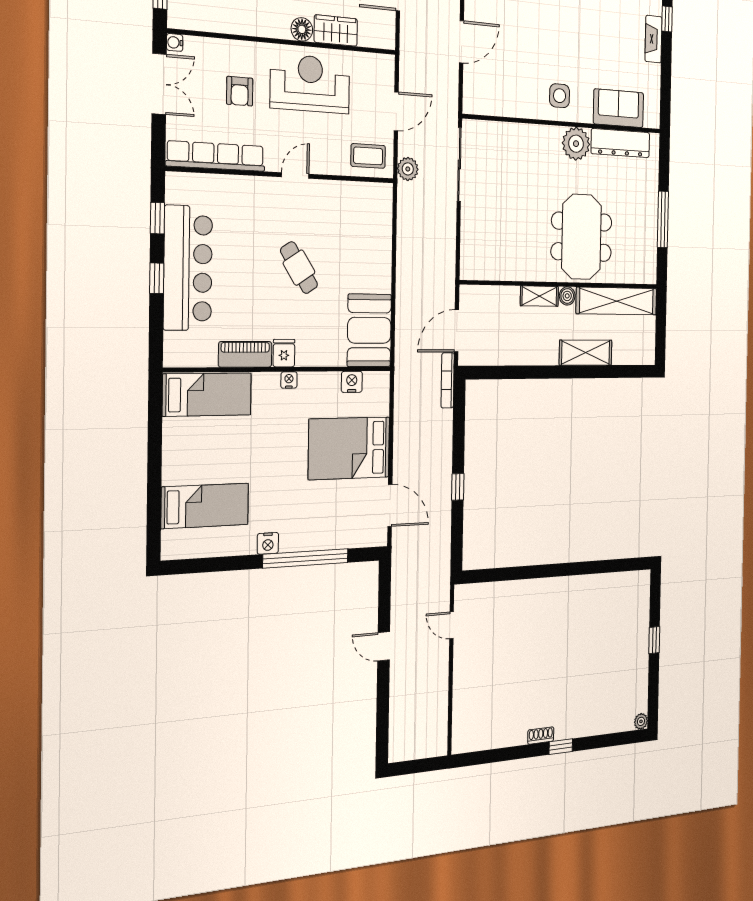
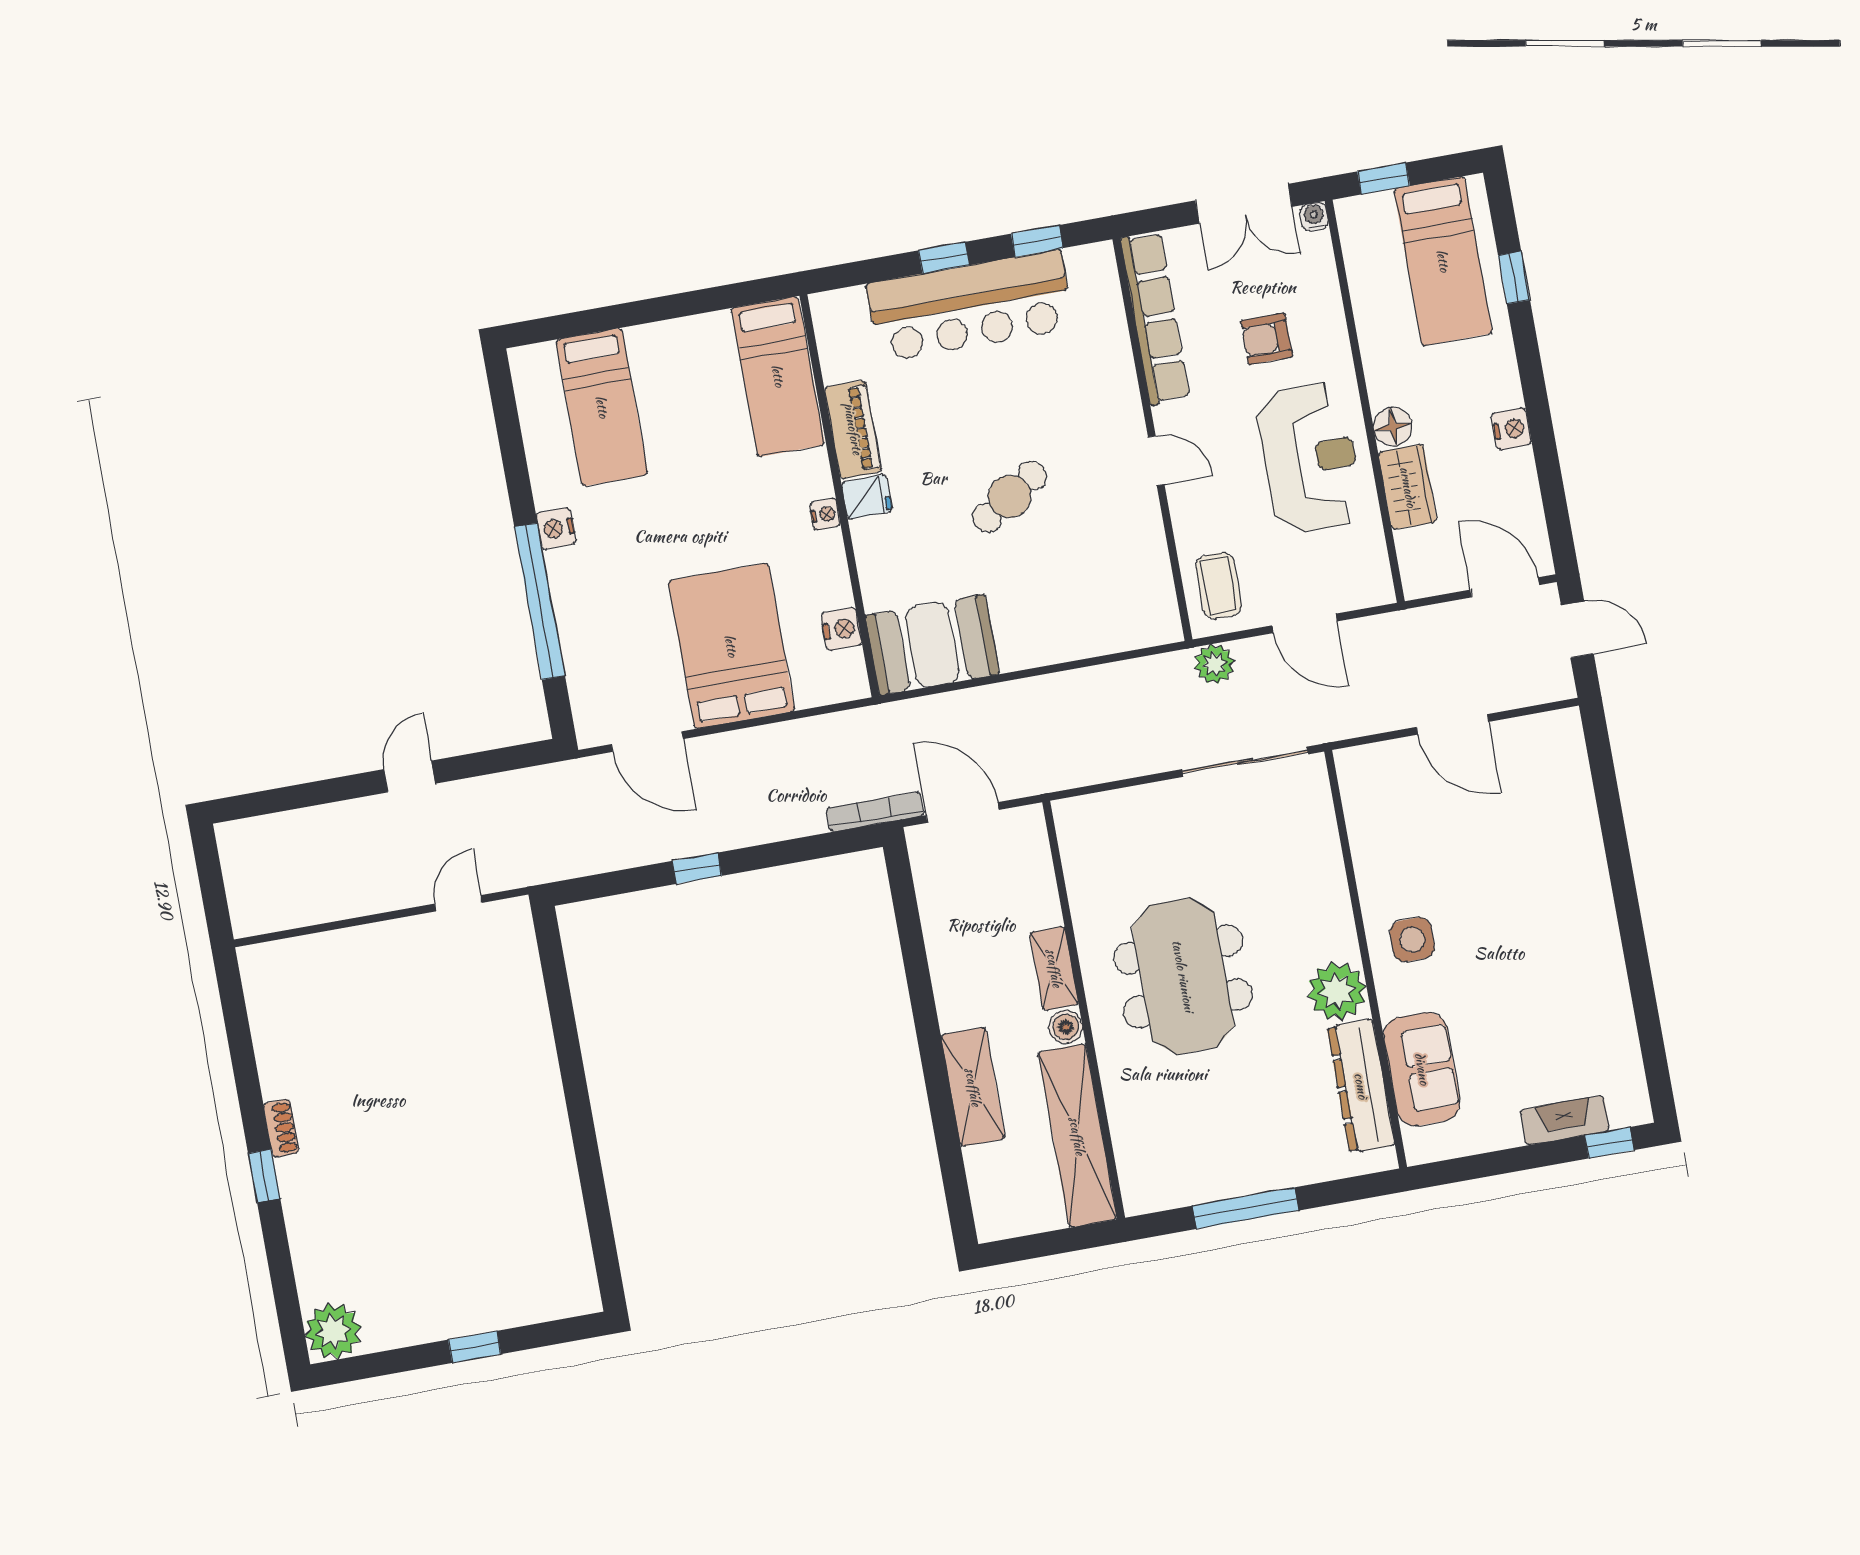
meeting table: (581, 237) -> (1183, 976), moved, turned 90
door: (390, 506) -> (647, 742), hinge flipped
plant: (641, 721) -> (333, 1331), width x1.88, depth x1.88

